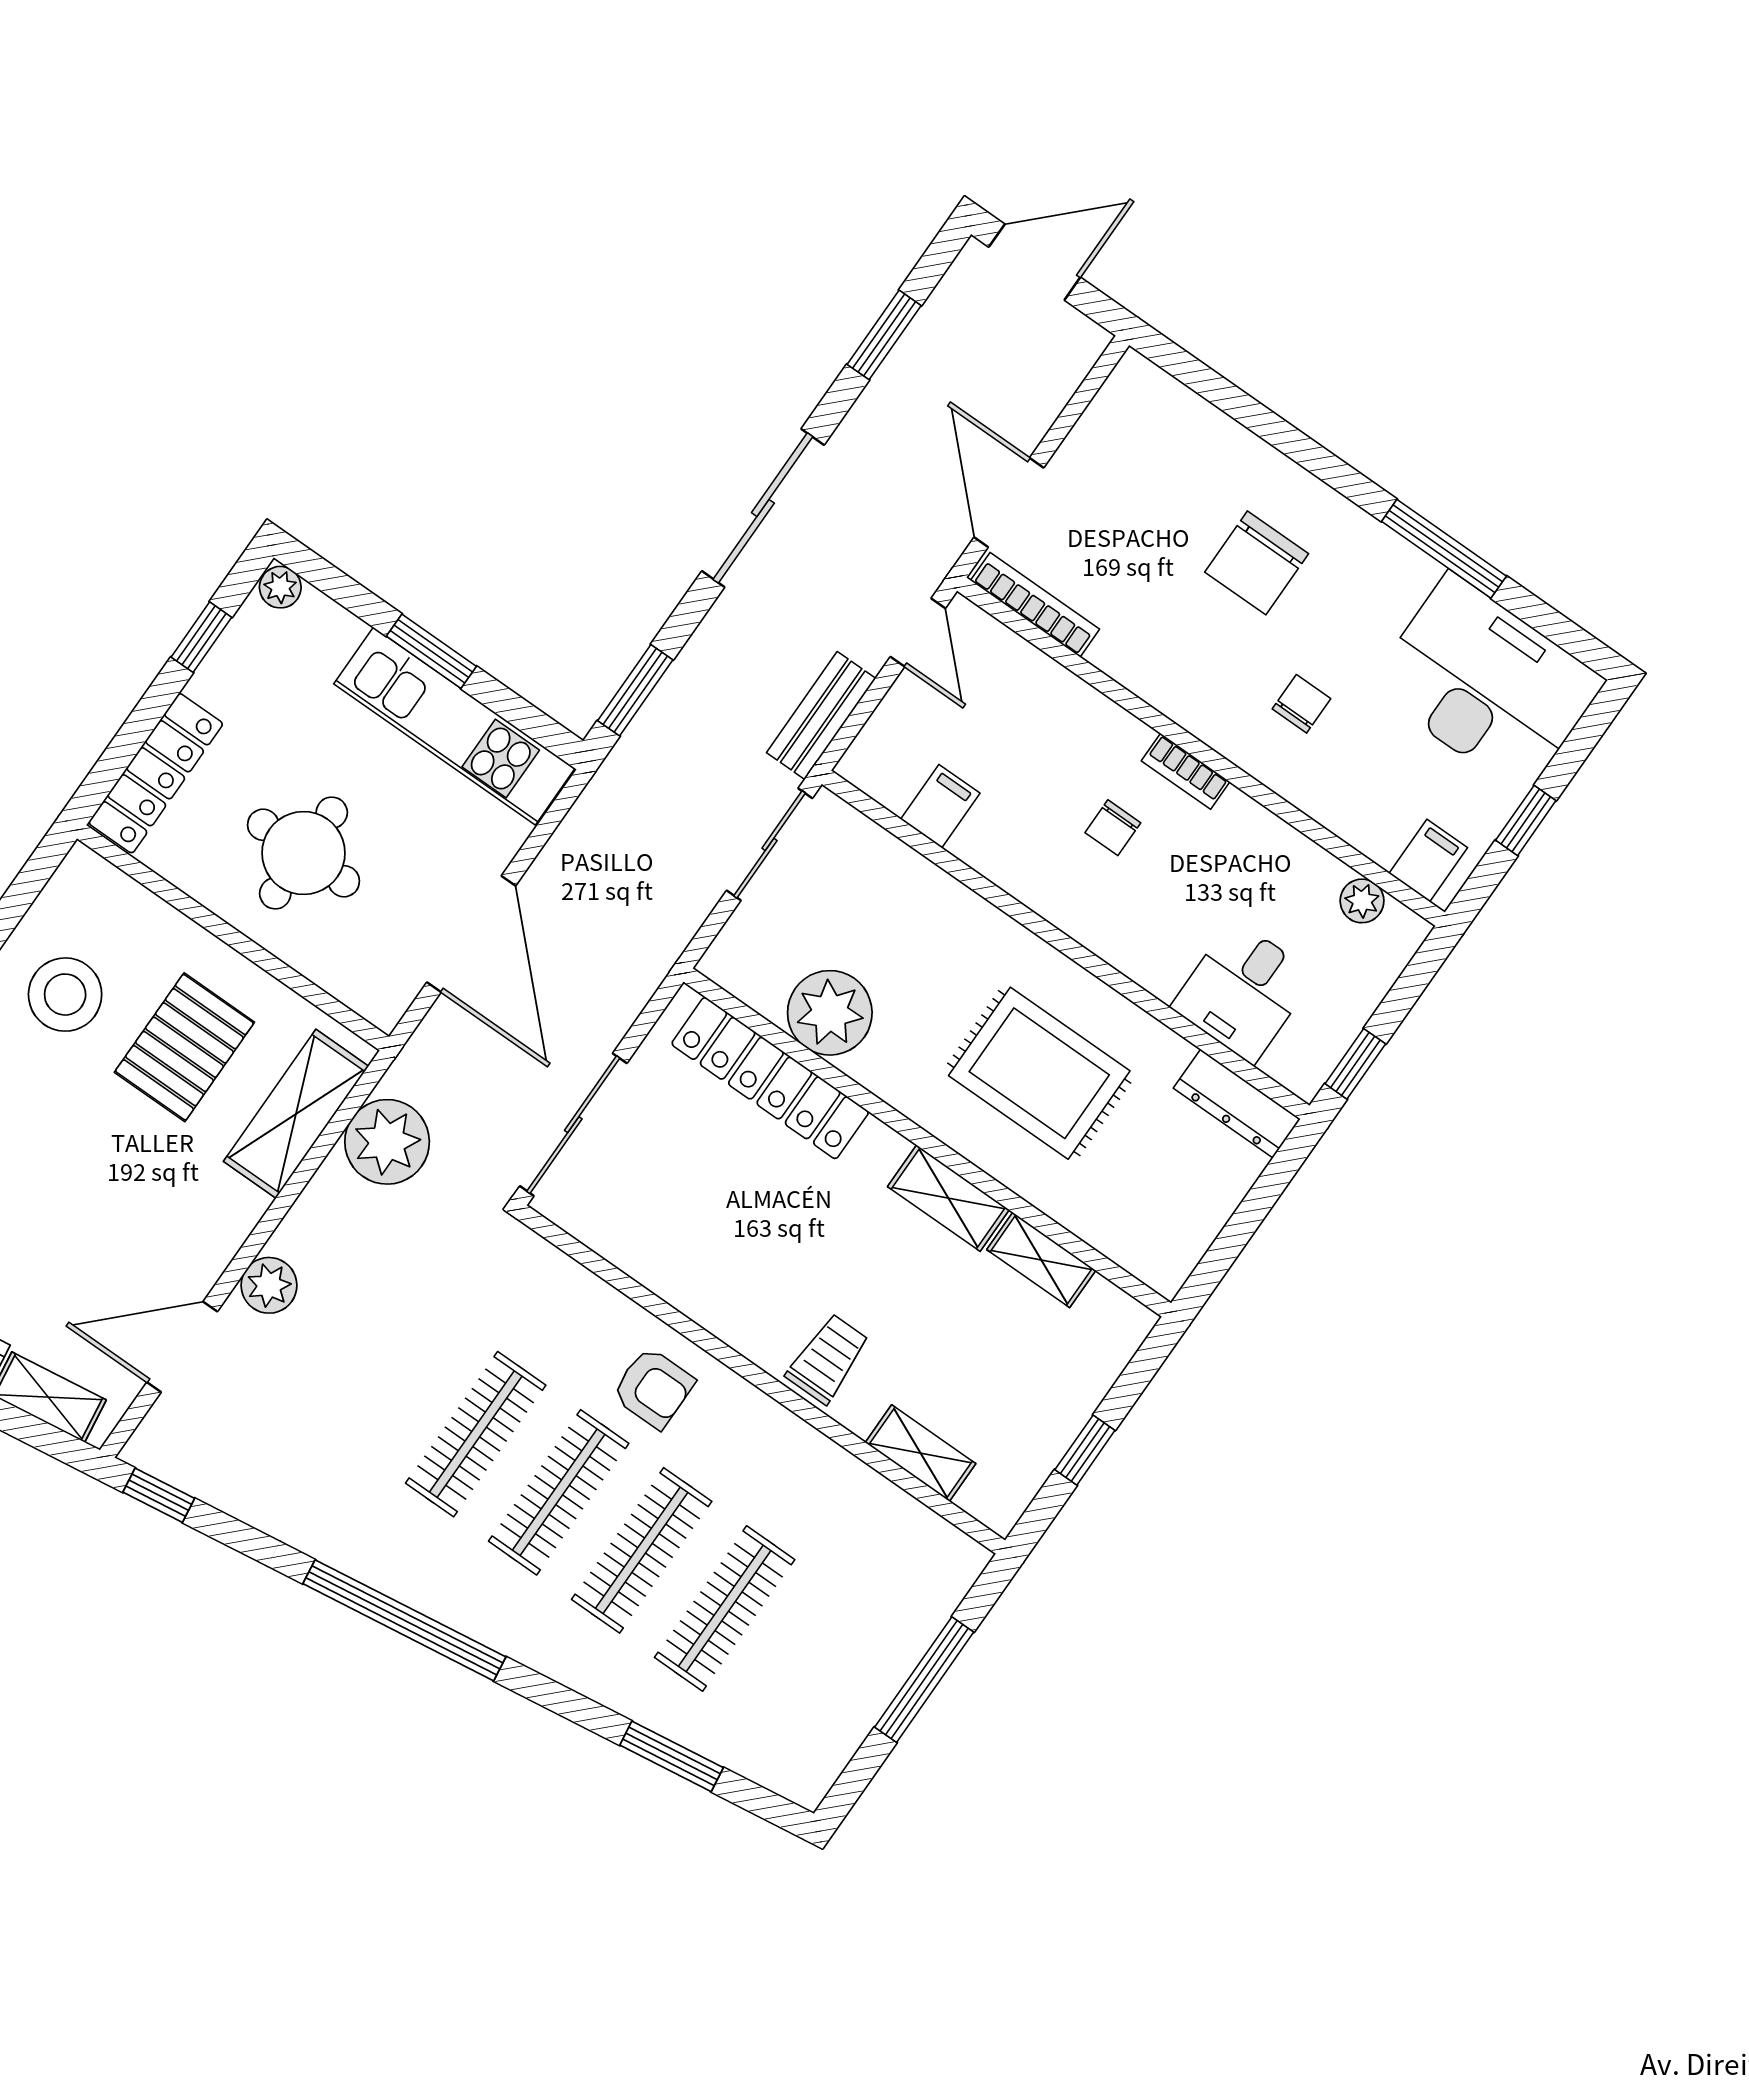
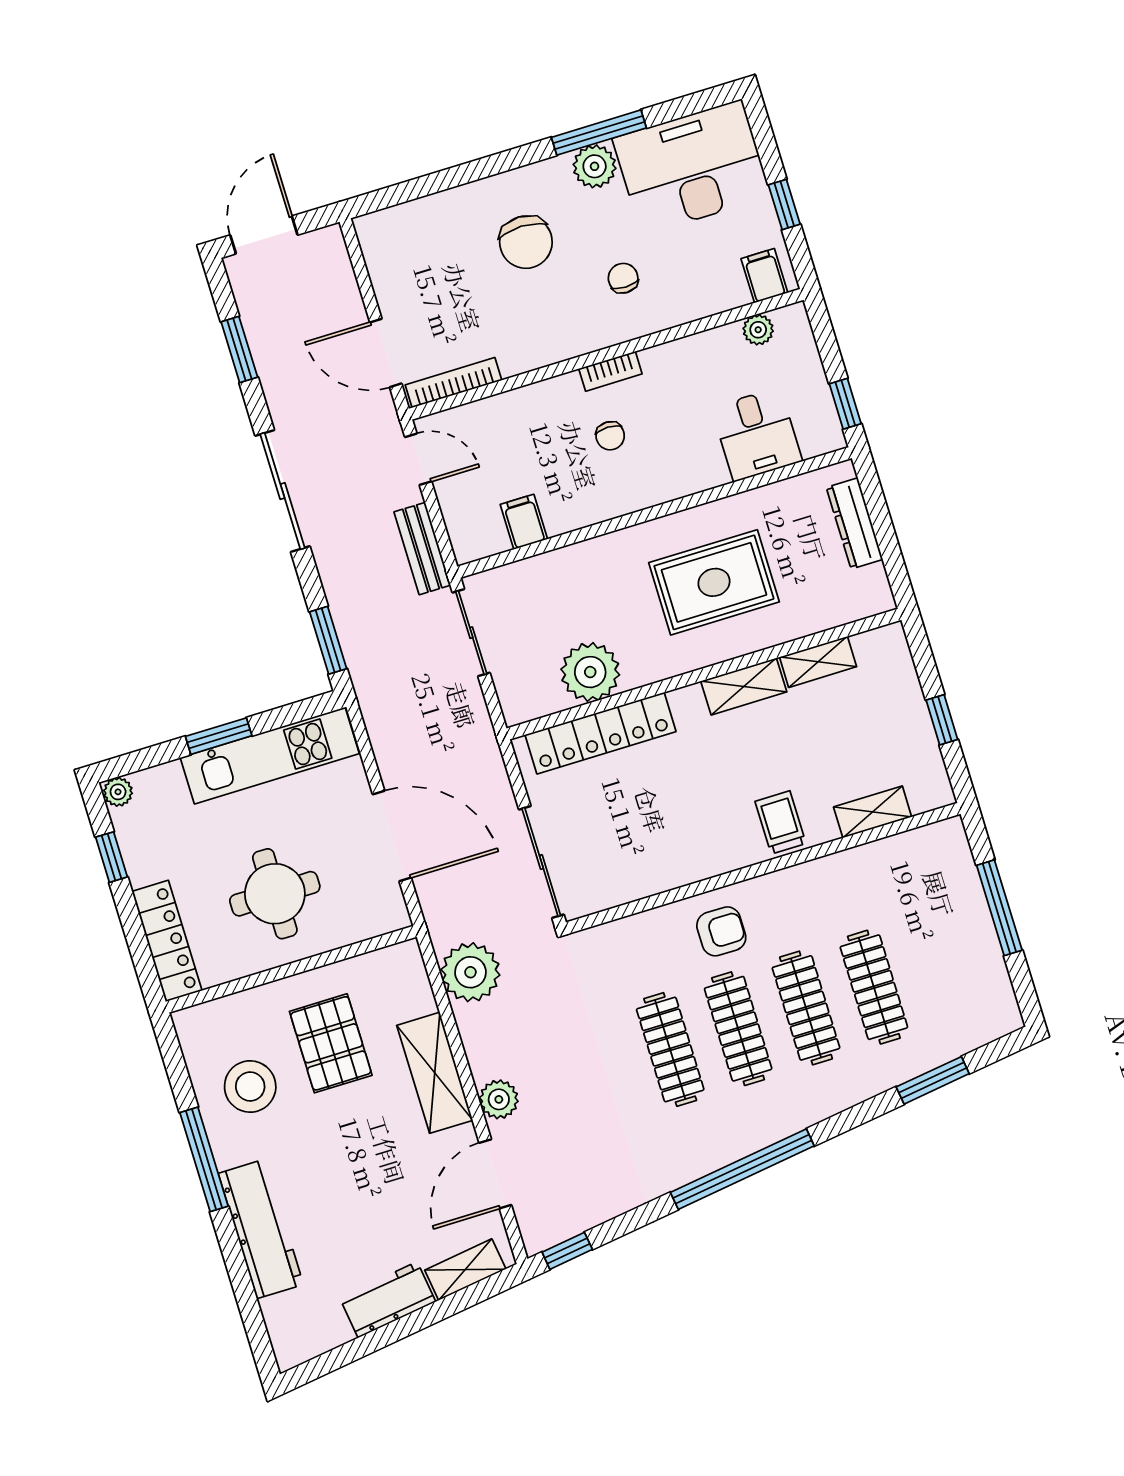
plant: (1402, 573) -> (595, 166), added
dresser: (1237, 1104) -> (855, 523), moved, turned 90
shelving: (296, 1114) -> (435, 1073), moved

